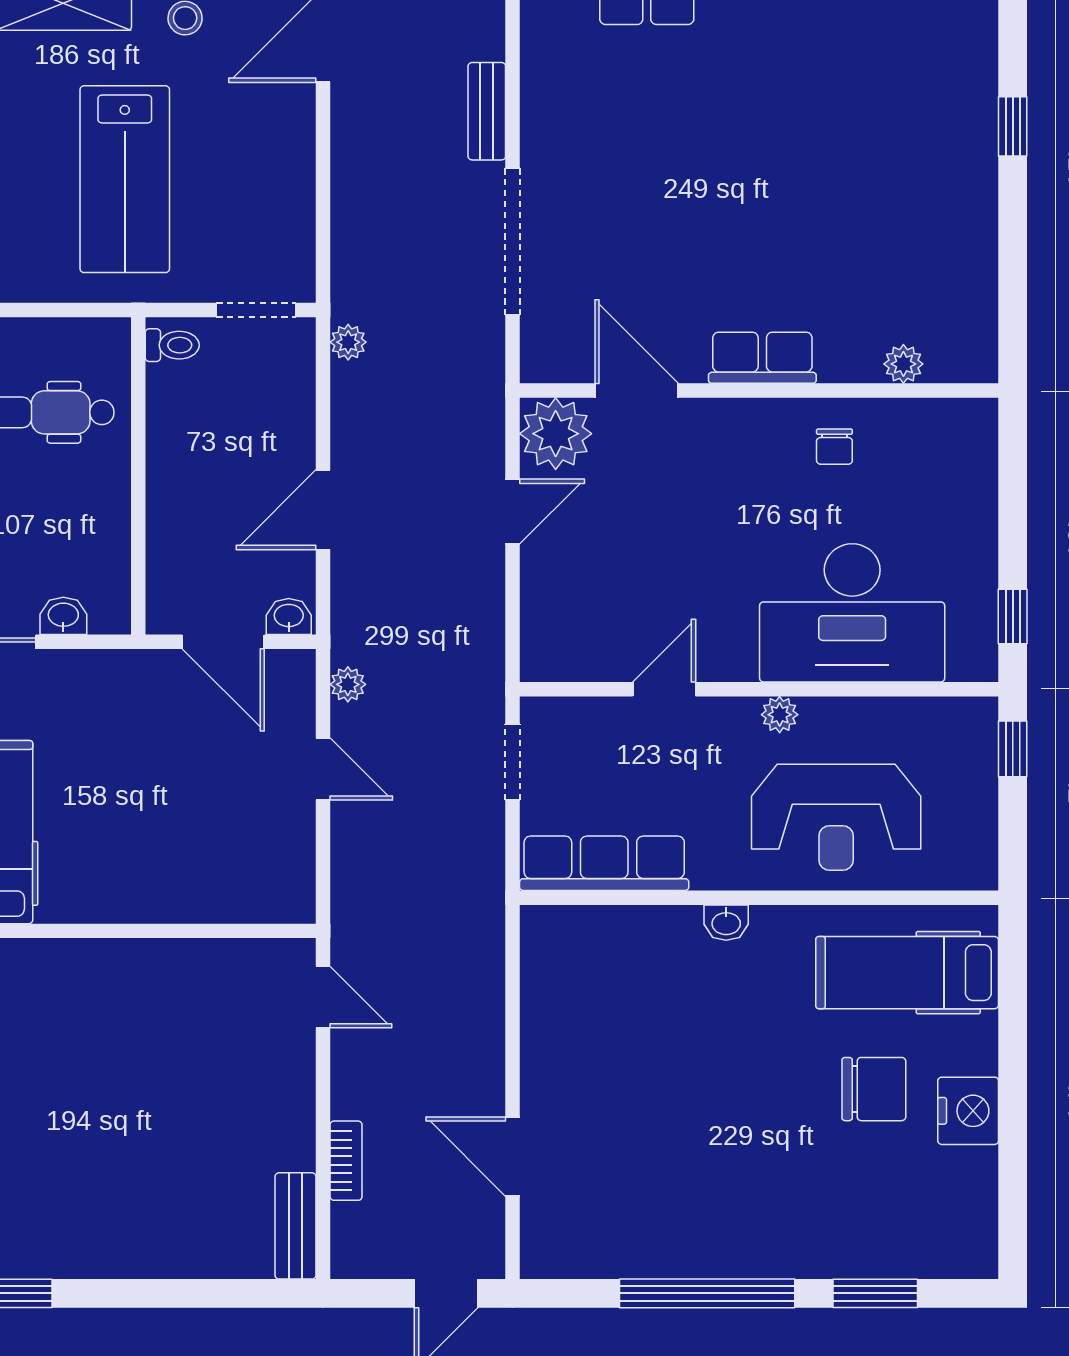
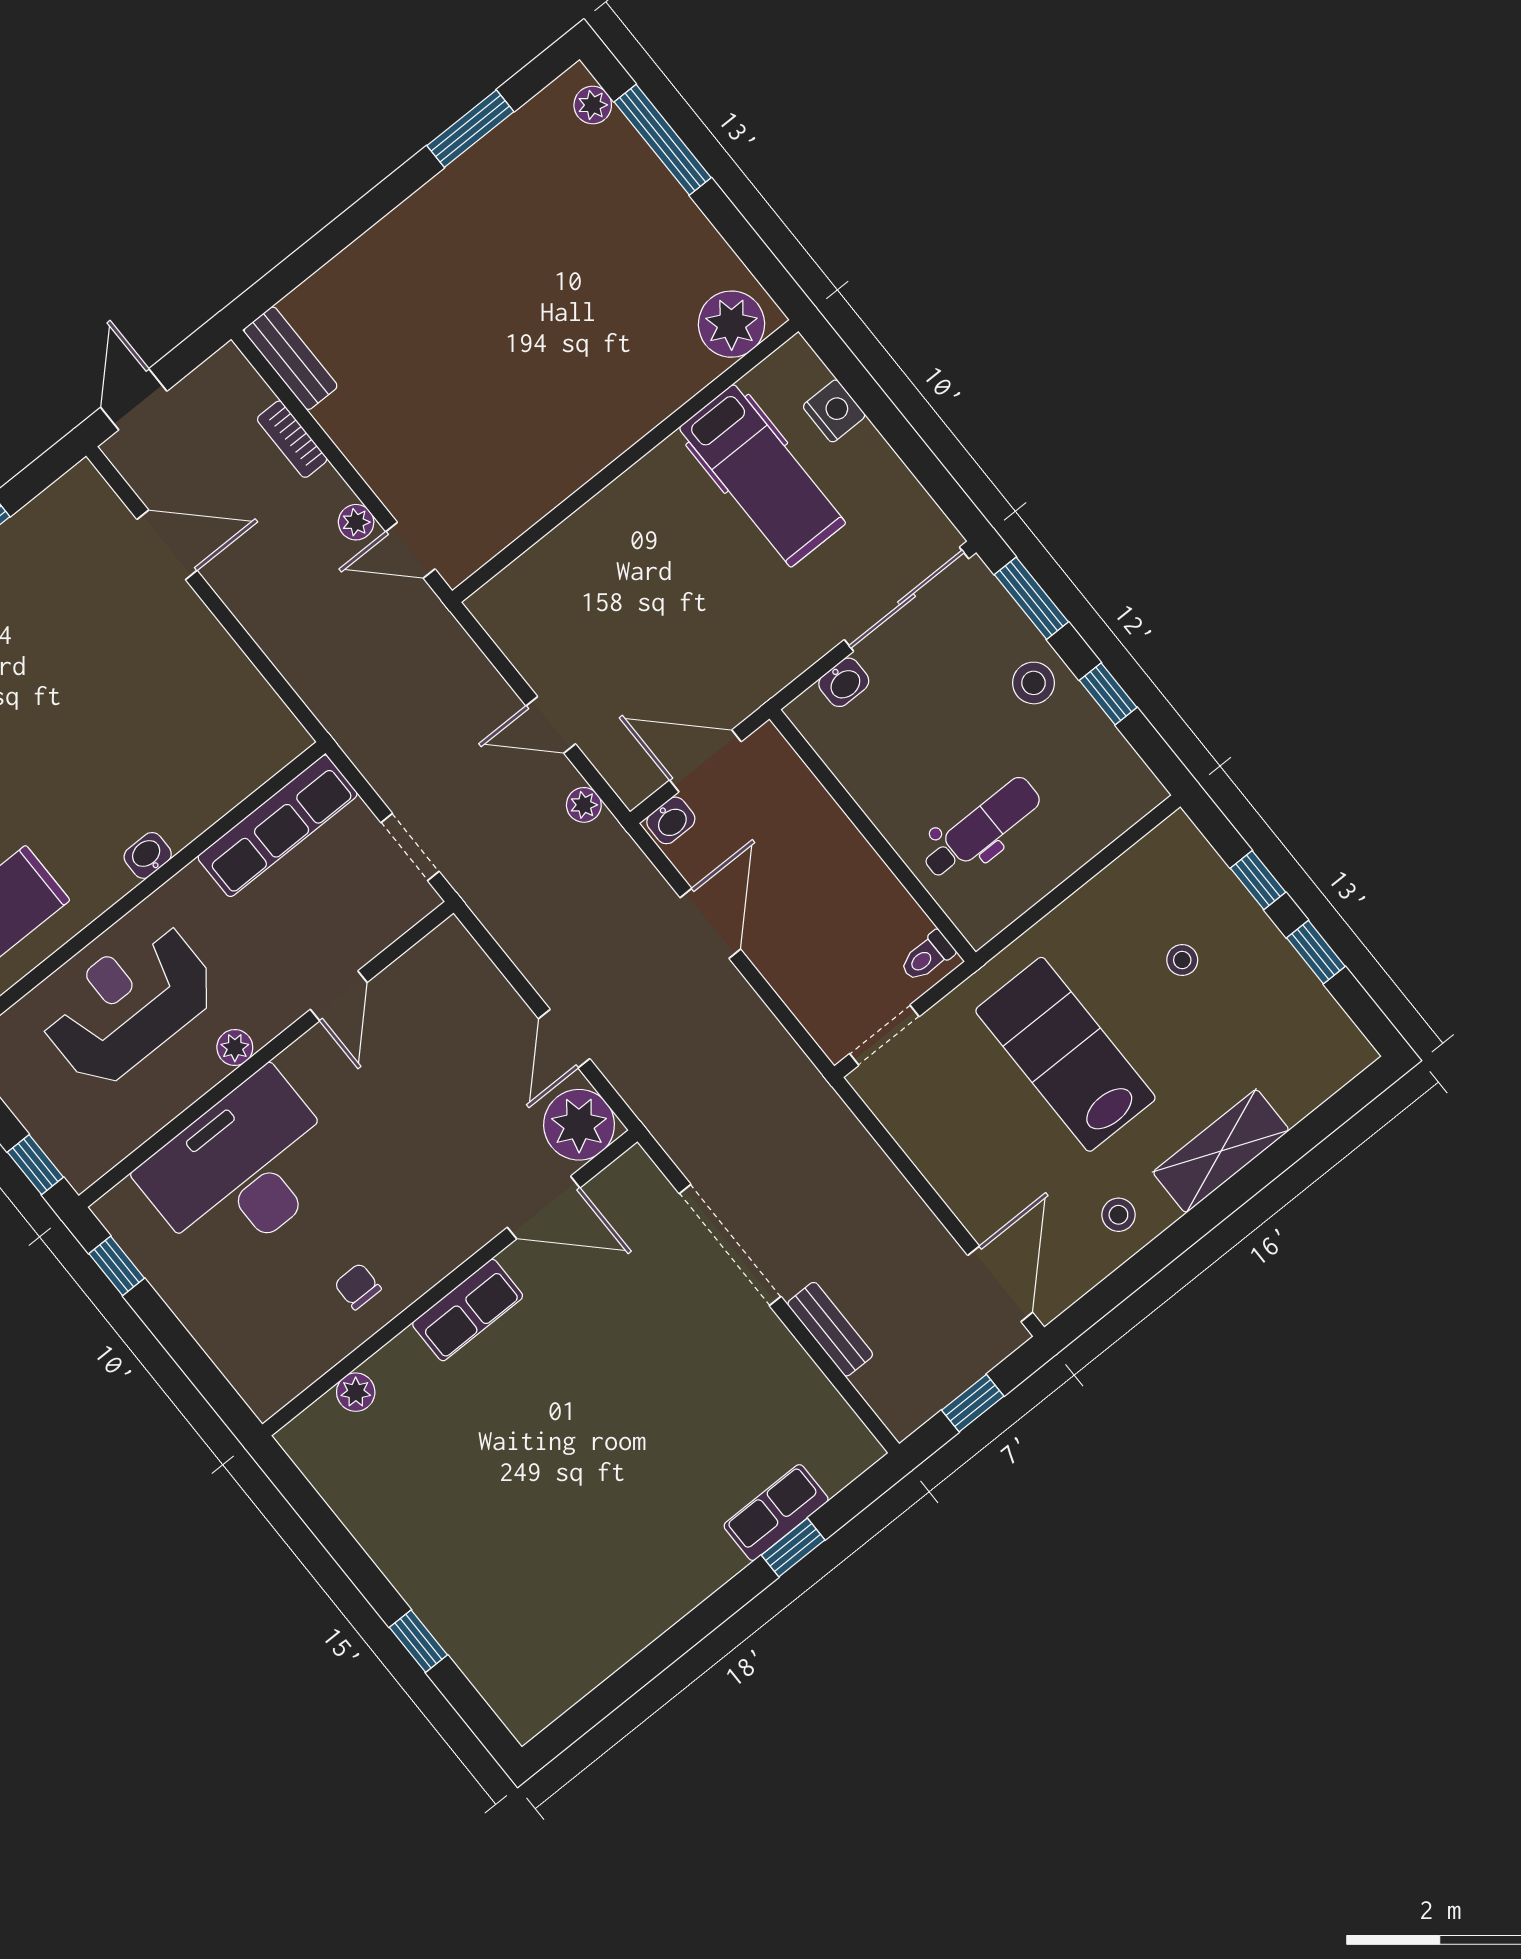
plant: (348, 342) -> (356, 522), moved

